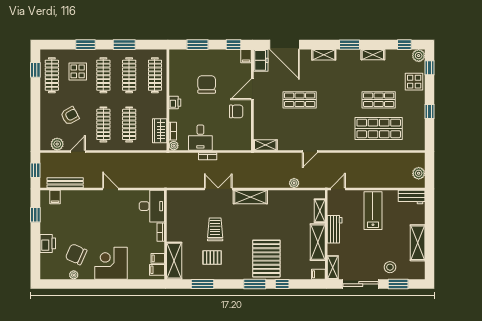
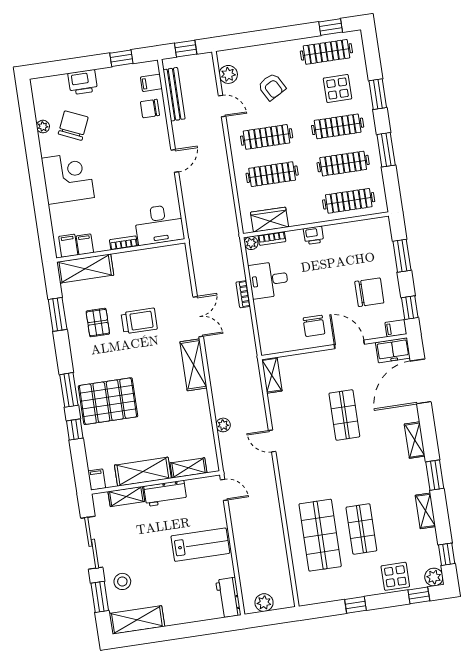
chair: (207, 84) -> (369, 292), moved
chair: (72, 201) -> (150, 109), added
shelving: (418, 243) -> (137, 620), moved
shelving: (333, 267) -> (126, 496), moved

